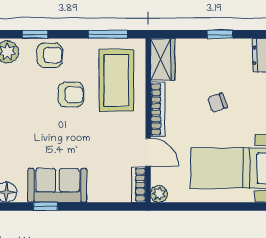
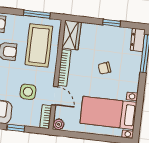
side table: (108, 151) -> (28, 92), added
window: (96, 206) -> (16, 128), added

